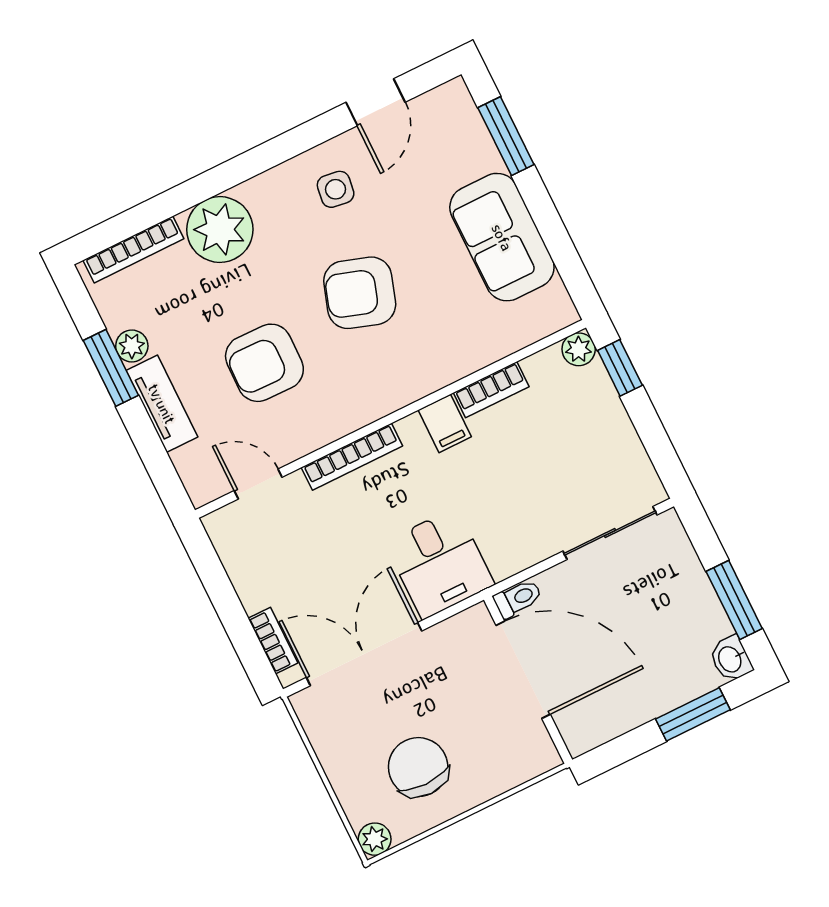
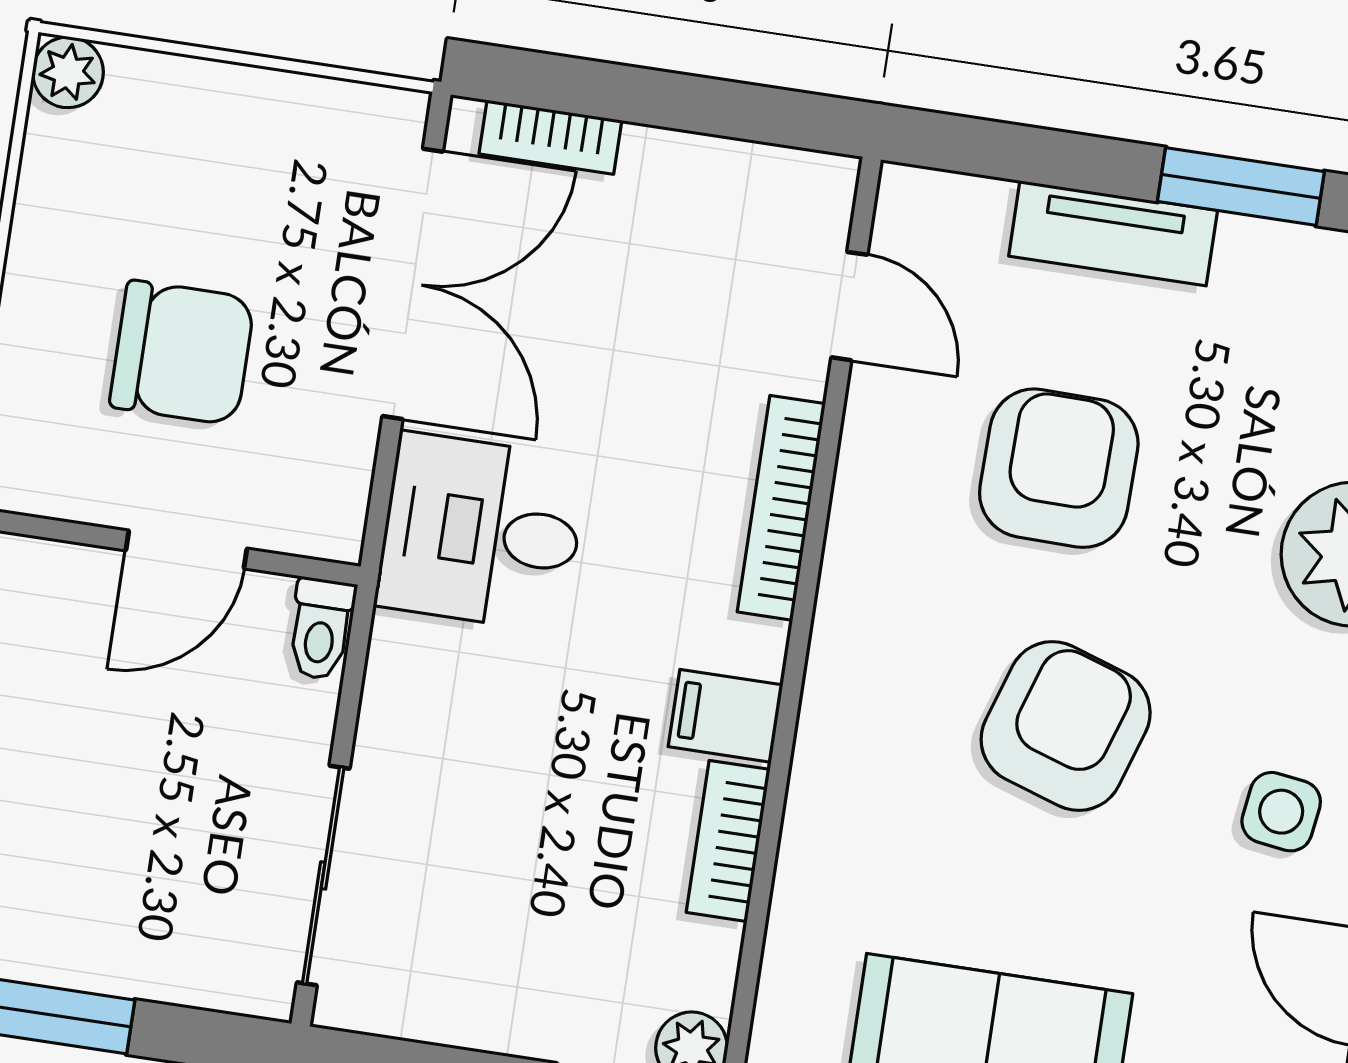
plant: (132, 346) -> (1254, 251), removed
door: (258, 484) -> (849, 306), hinge flipped
door: (523, 670) -> (186, 550), width x0.53
chair: (418, 767) -> (182, 353), moved

